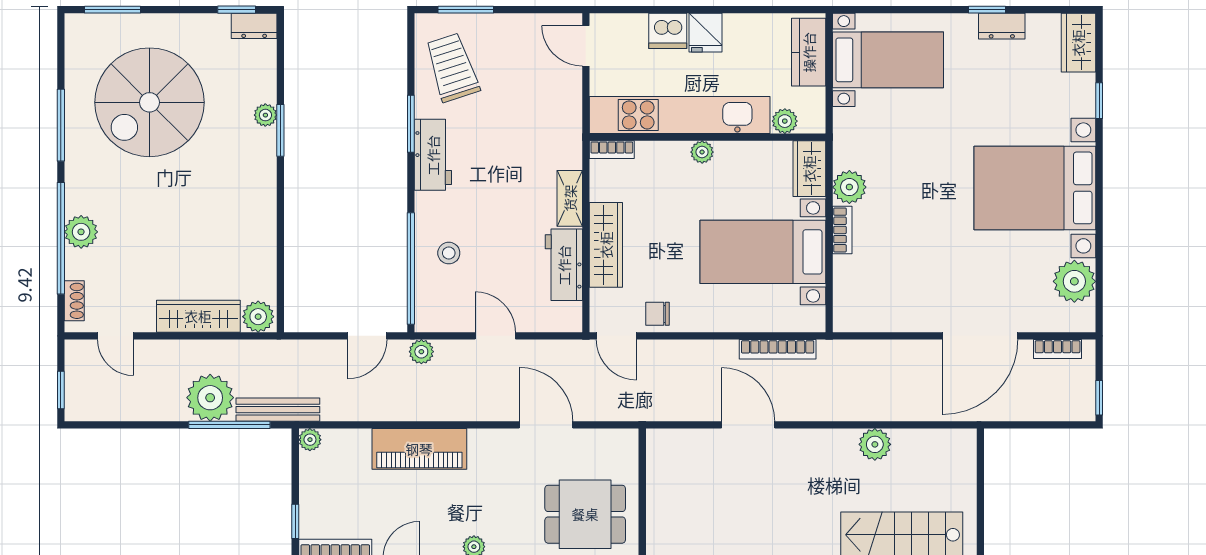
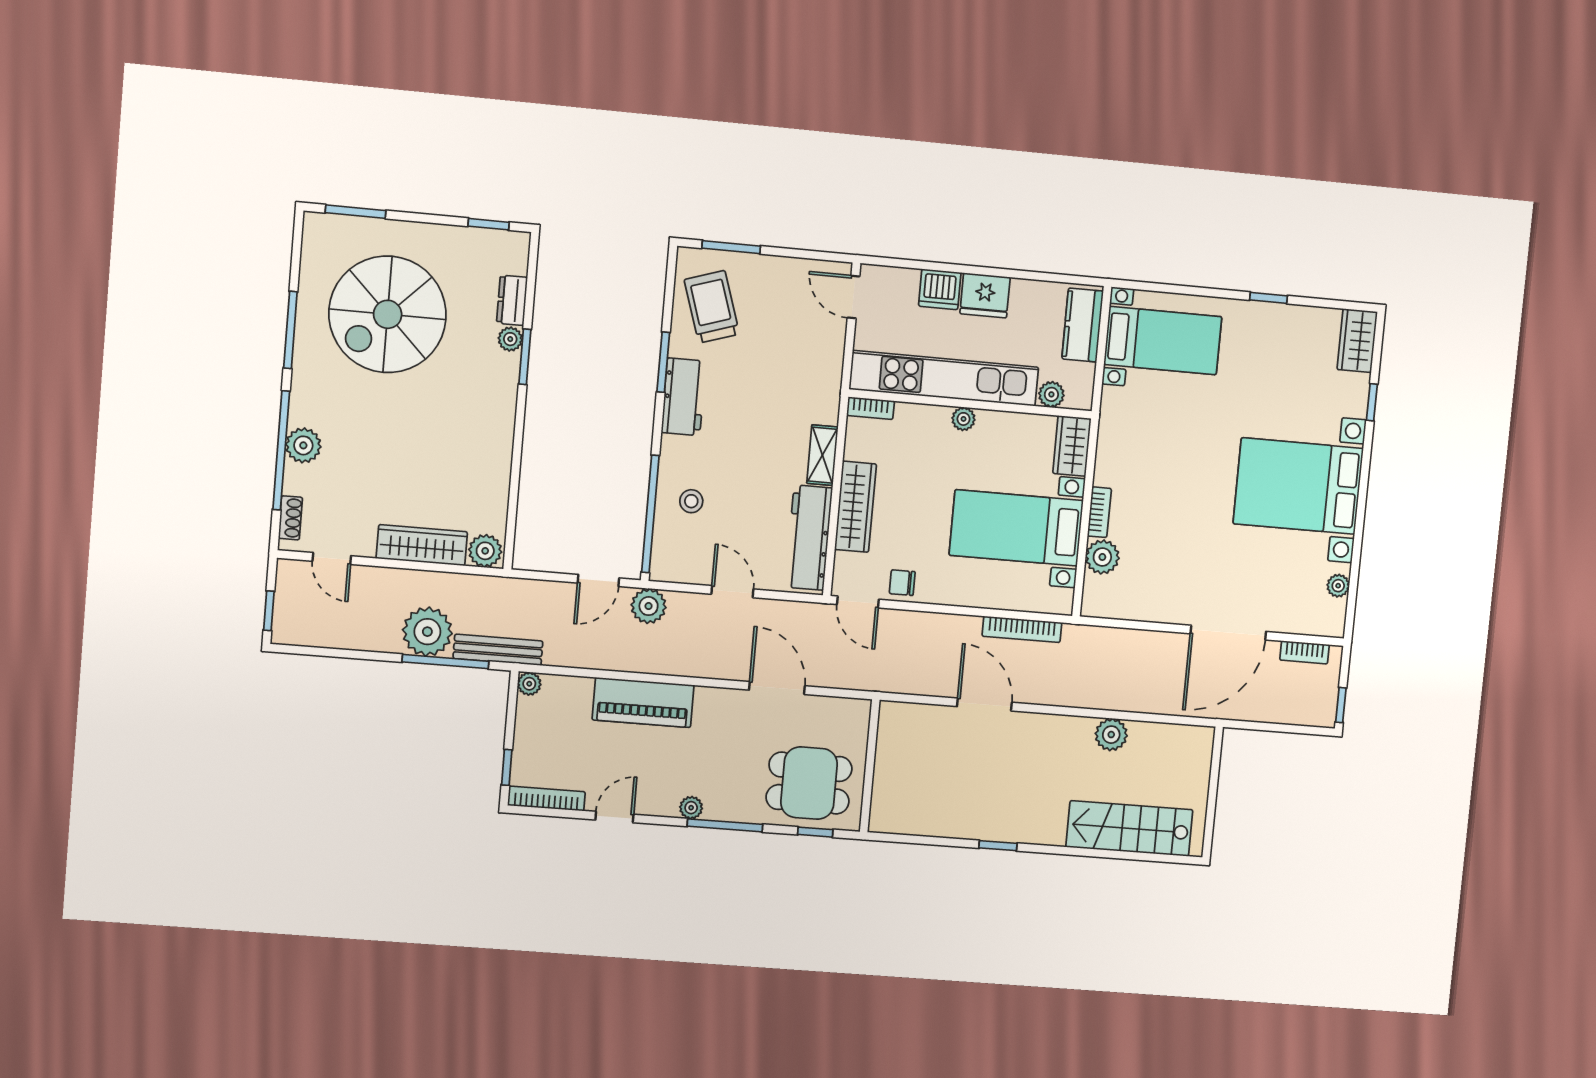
dresser: (254, 26) -> (512, 300), moved, turned 90
dresser: (1002, 26) -> (1282, 316), removed
fridge: (705, 33) -> (985, 295), width x1.38
plant: (849, 187) -> (1102, 557), moved
workbench: (564, 265) -> (809, 538), width x1.37
plant: (1074, 281) -> (1338, 586), width x0.53, depth x0.53
plant: (421, 352) -> (649, 606), width x1.38, depth x1.38

